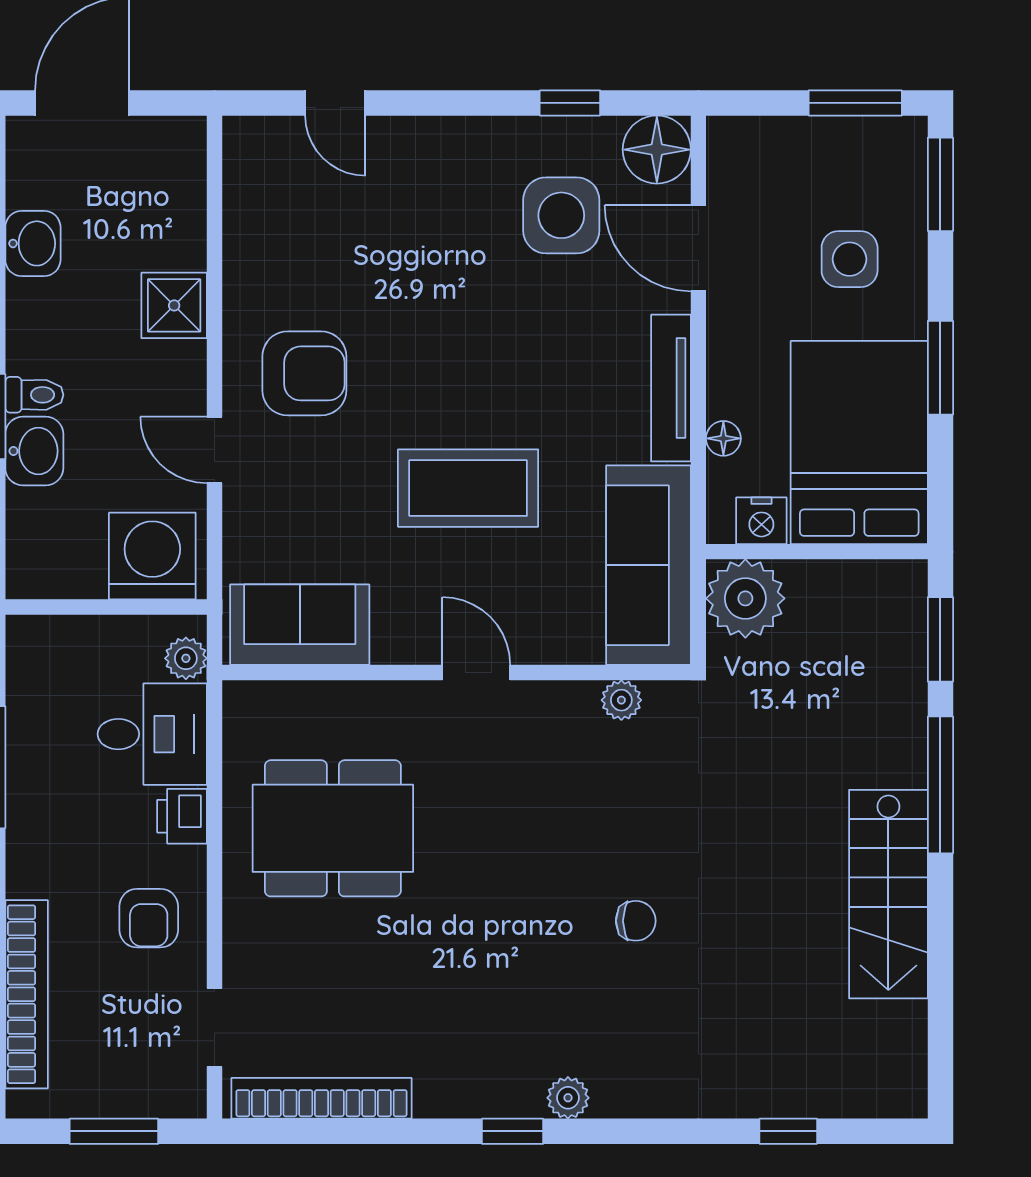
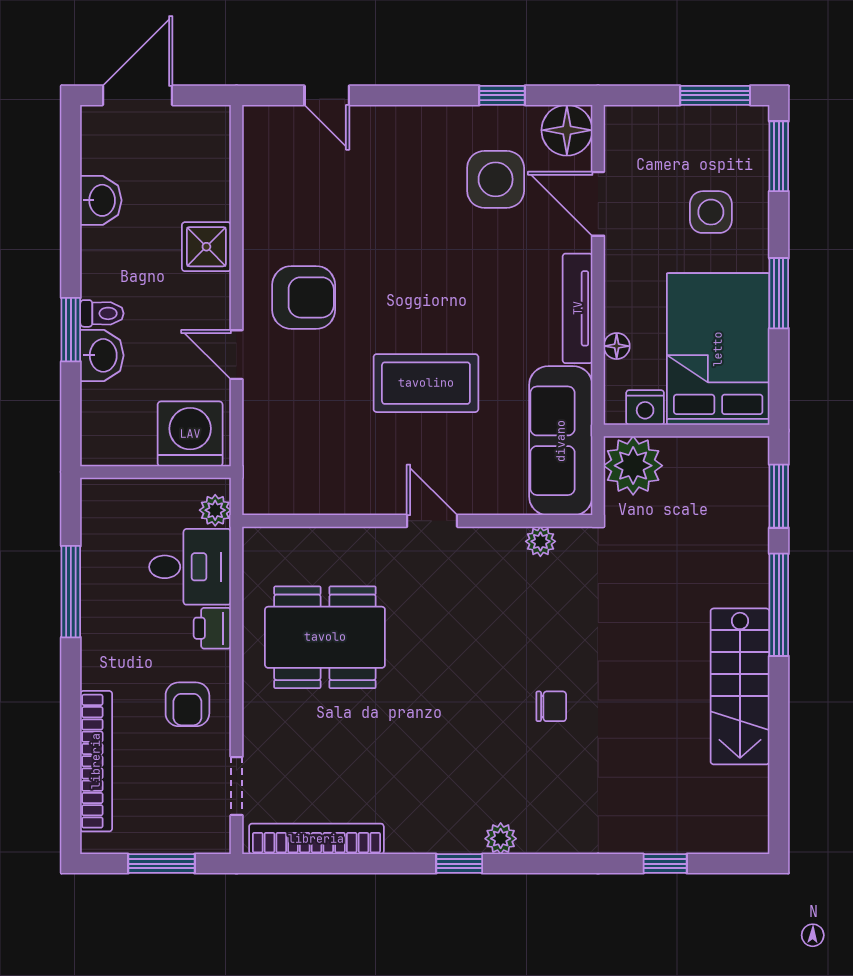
sofa: (300, 625) -> (300, 485), removed

